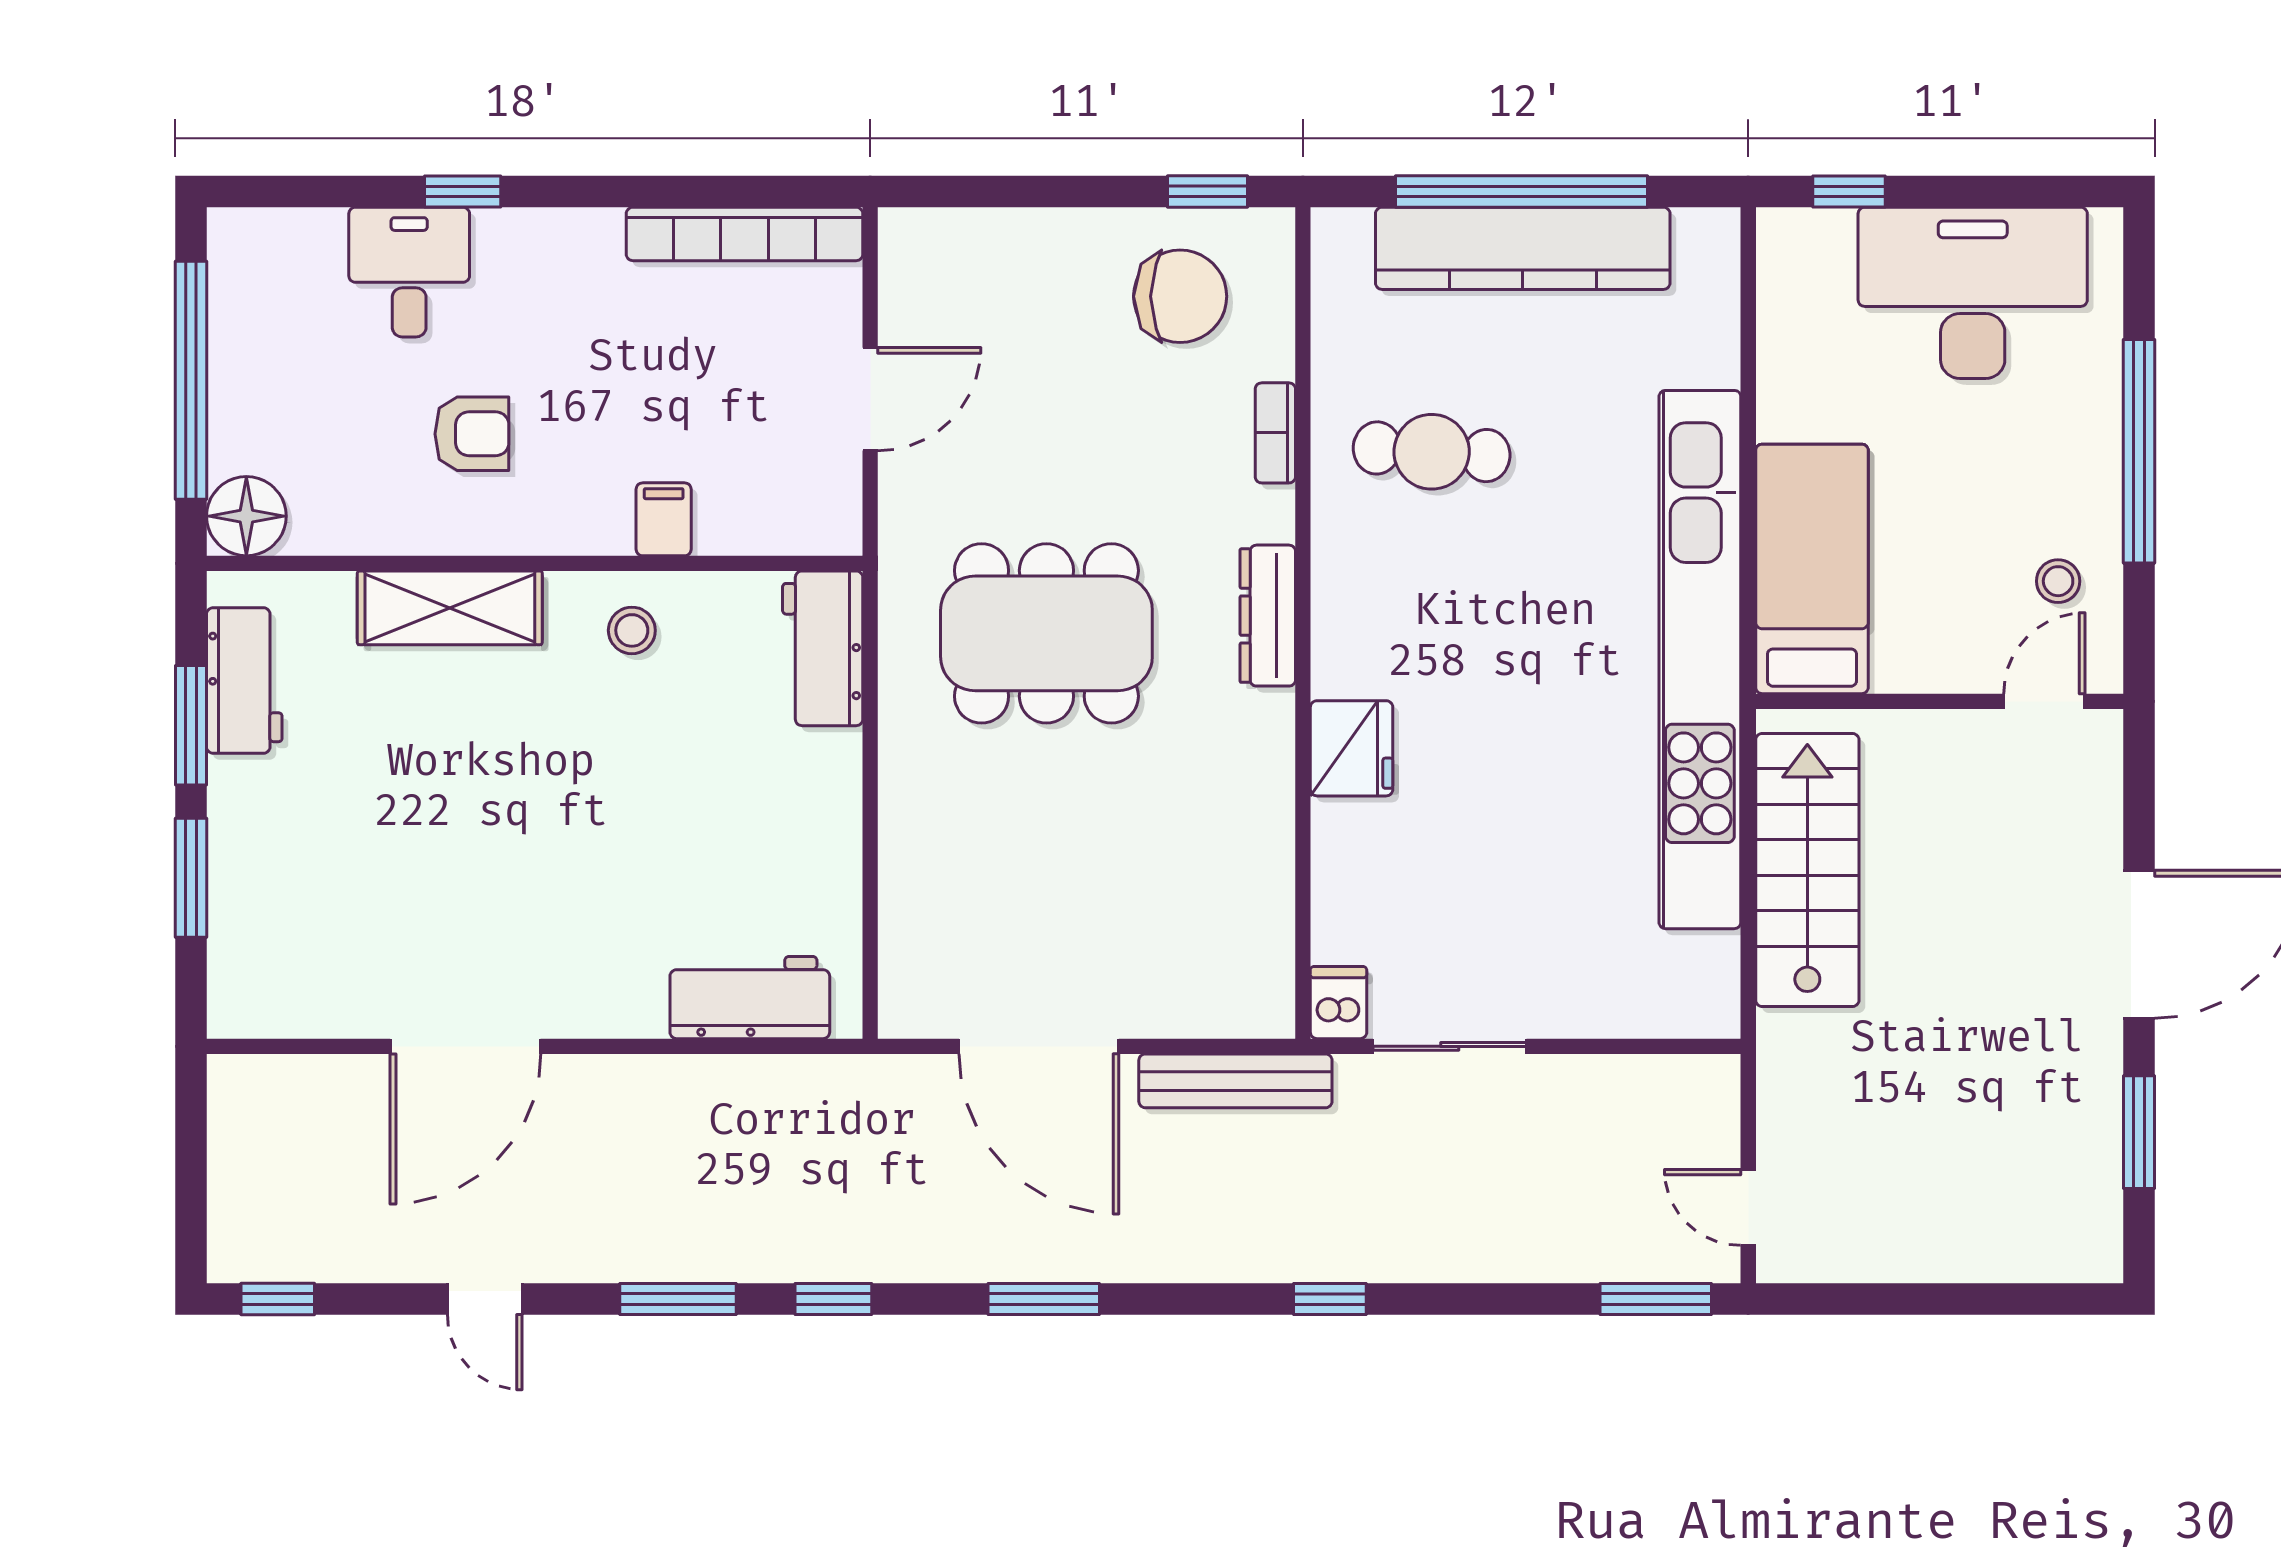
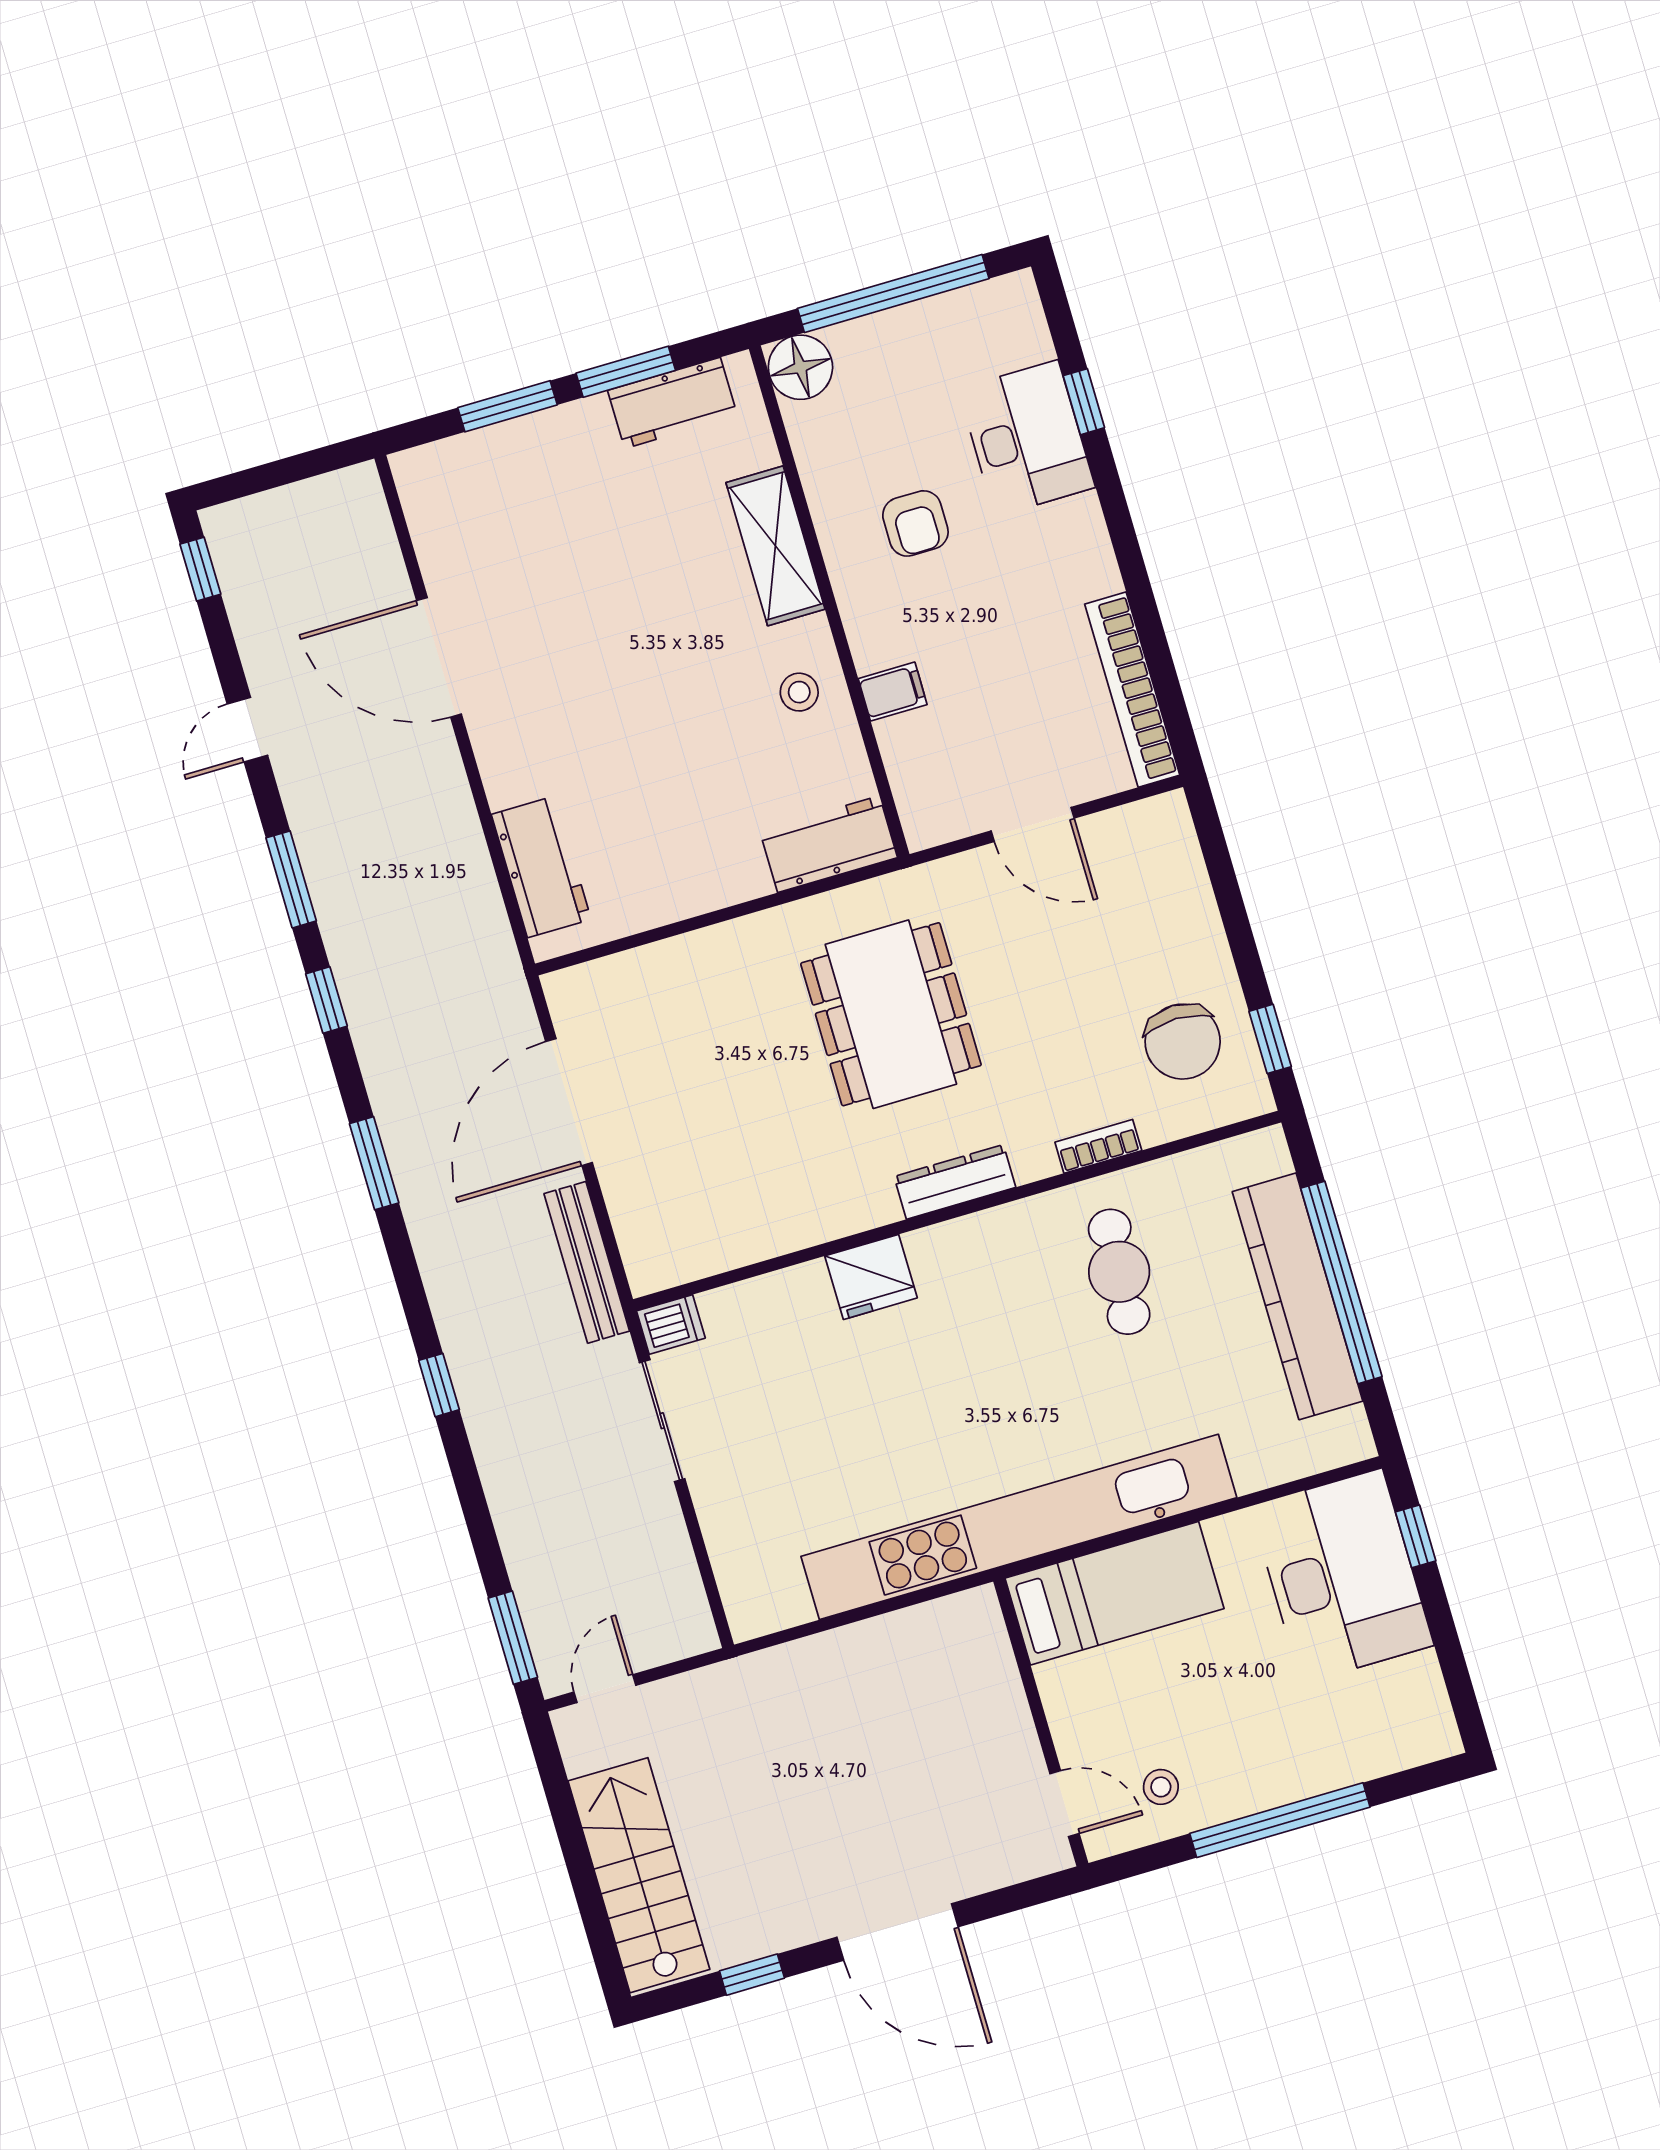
window: (463, 191) -> (1084, 402), moved
desk: (409, 272) -> (1027, 438), width x1.37
desk: (1973, 293) -> (1342, 1576), moved
stairs: (1807, 870) -> (639, 1875), moved, turned -90
window: (2139, 1132) -> (752, 1975), width x0.67

